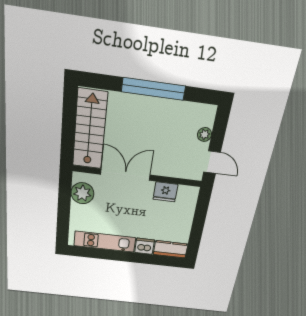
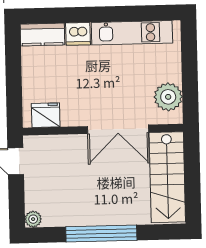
plant: (205, 134) -> (33, 219), moved
fridge: (165, 192) -> (46, 115), moved

